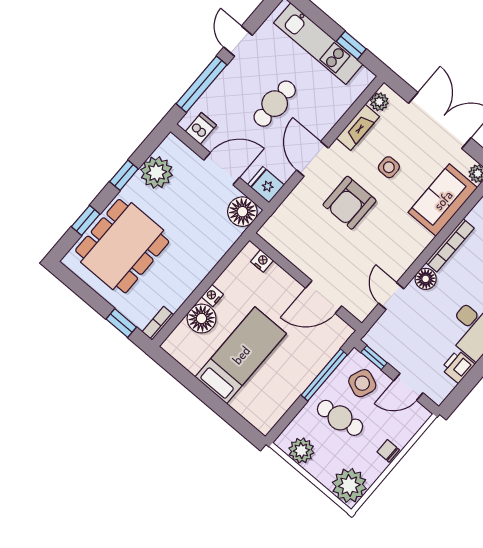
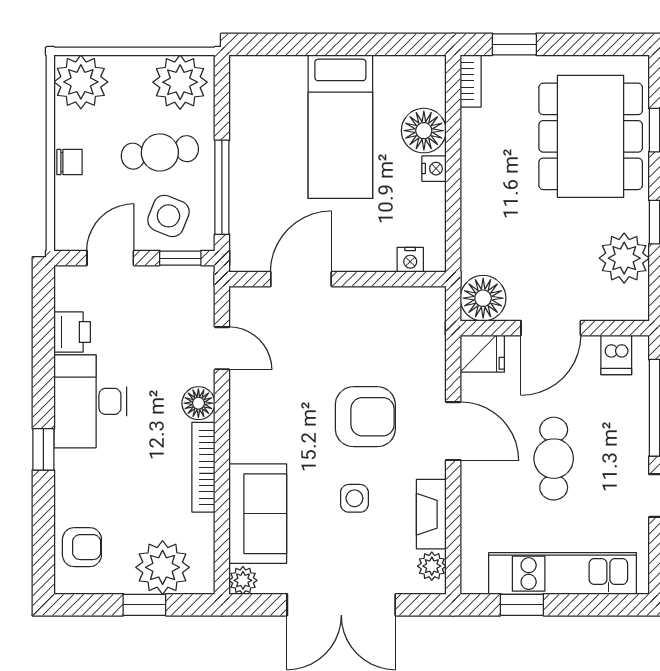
armchair: (350, 203) -> (365, 417), turned 90
plant: (301, 451) -> (180, 82), width x1.36, depth x1.36

